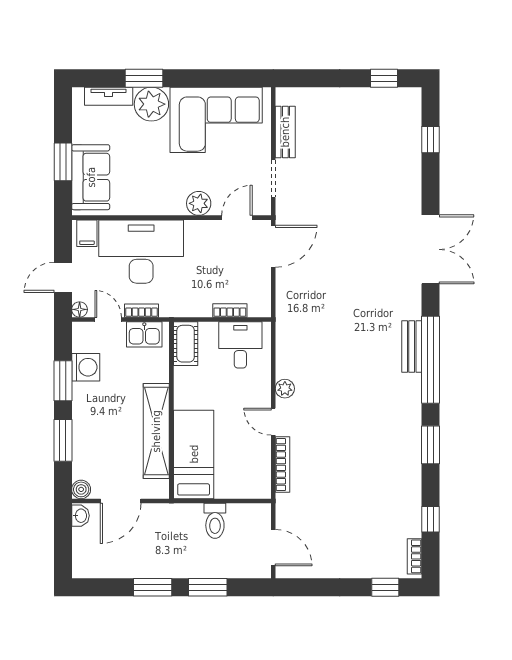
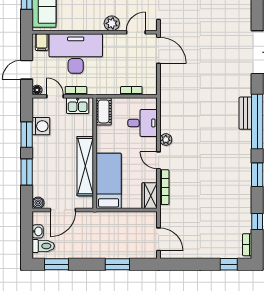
door: (273, 246) -> (159, 50), hinge flipped
desk: (240, 345) -> (143, 123), moved, turned 90
wardrobe: (259, 478) -> (150, 196), added
washbasin: (80, 516) -> (38, 231), moved
toilet: (215, 521) -> (43, 246), moved, turned -90
window: (153, 587) -> (57, 264), moved

